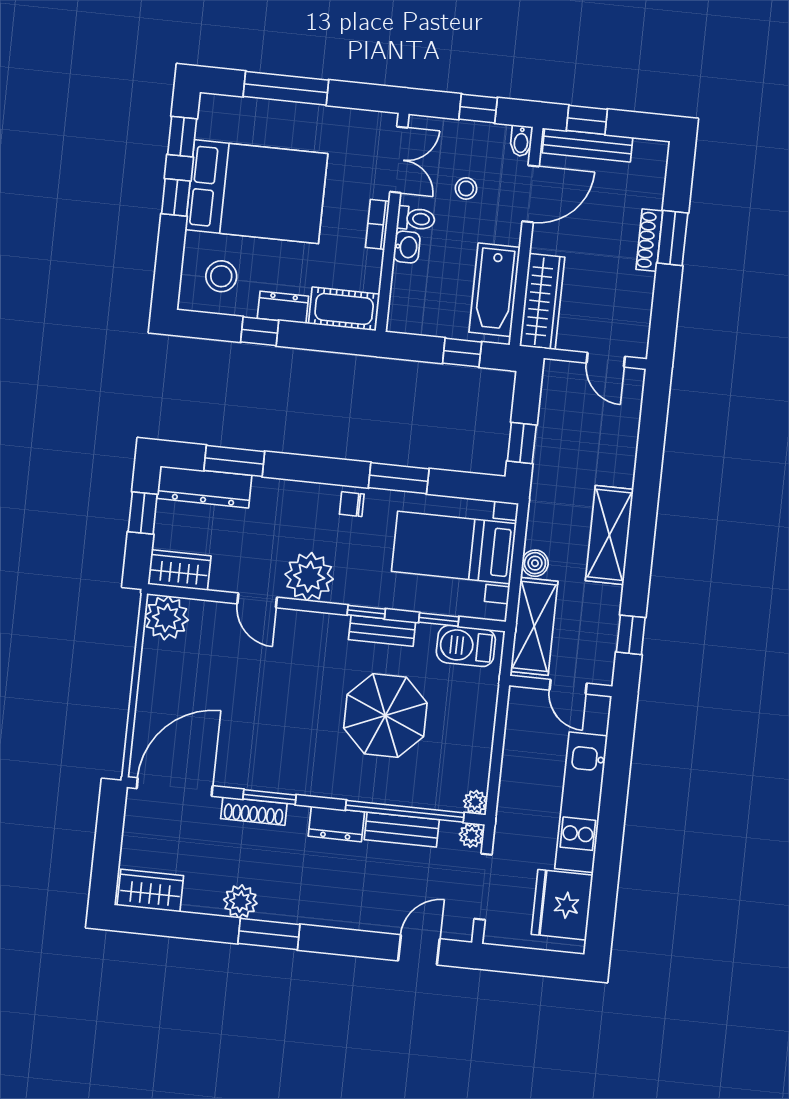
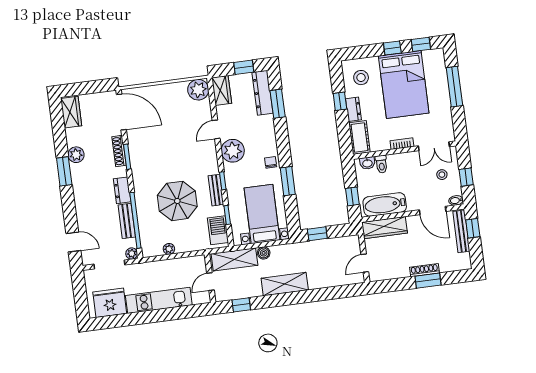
stool: (466, 188) -> (442, 175), moved
toilet: (416, 219) -> (381, 164), moved
washbasin: (407, 247) -> (367, 163), moved
plant: (475, 802) -> (169, 249), moved

